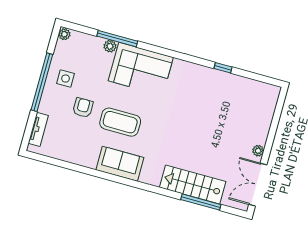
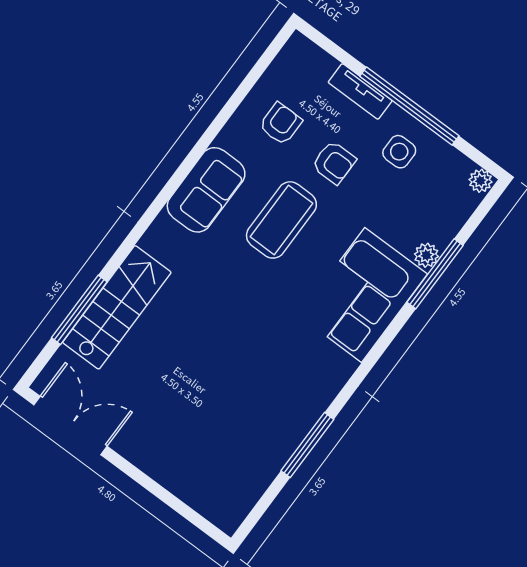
window: (223, 68) -> (307, 445), width x2.17
tv unit: (38, 129) -> (360, 91), moved
armchair: (74, 140) -> (281, 124), added
plant: (258, 151) -> (132, 450), removed

